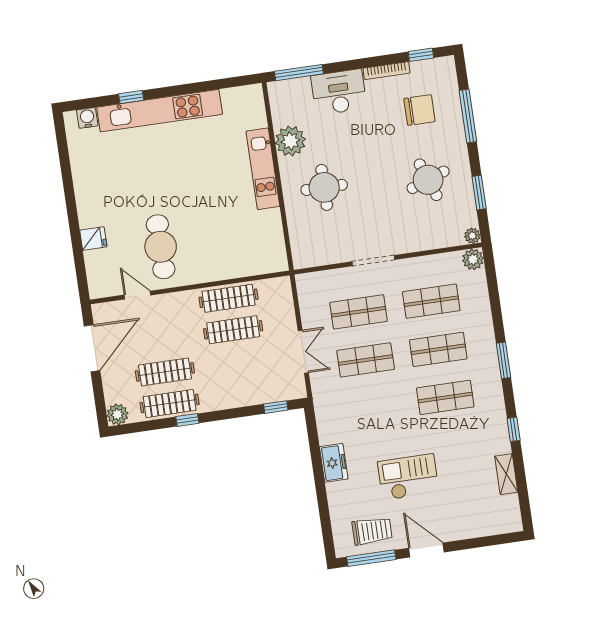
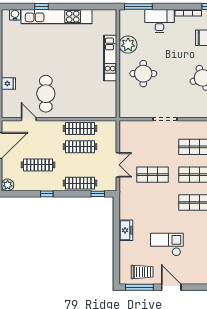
shop shelf: (359, 312) -> (152, 147), removed
clothes rail: (170, 403) -> (80, 183), moved

